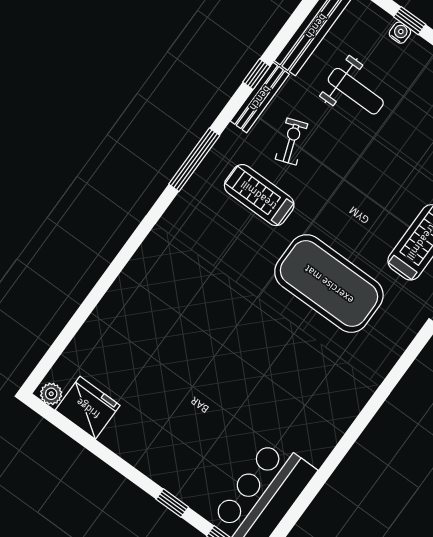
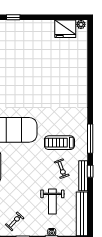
window: (256, 74) -> (90, 171), moved
weight bench: (356, 91) -> (52, 201), turned -90
treadmill: (259, 195) -> (59, 143), turned 180

